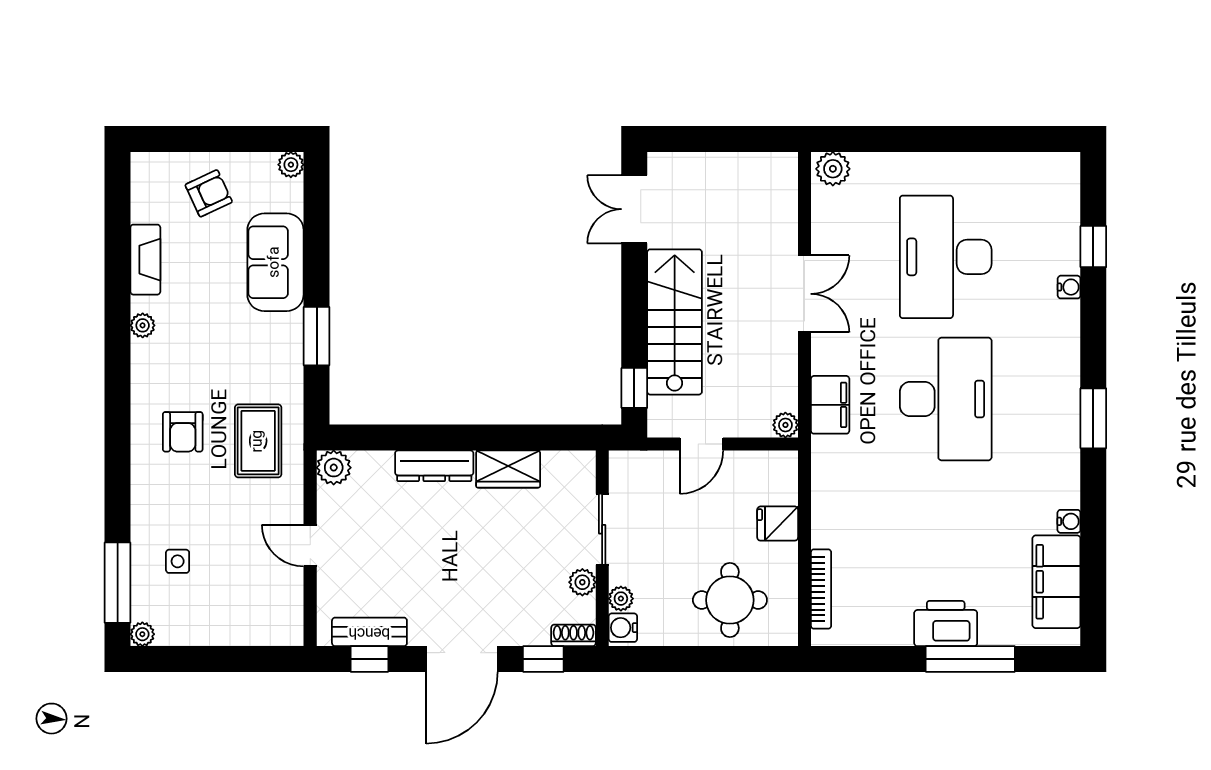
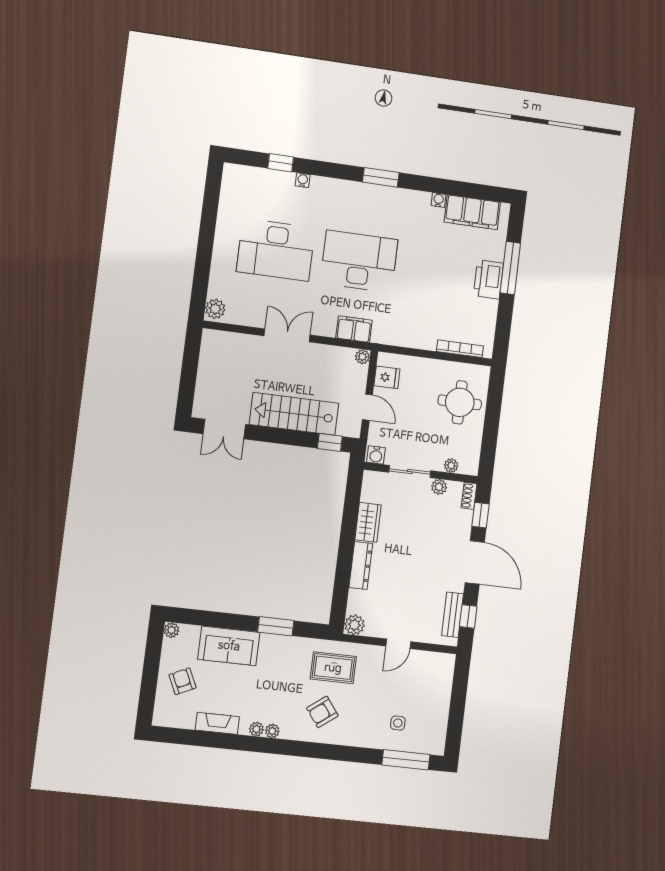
armchair: (183, 432) -> (322, 712), turned 143
fridge: (778, 524) -> (387, 377), moved, turned -90
water cooler: (623, 628) -> (376, 455), moved
plant: (142, 634) -> (272, 731), moved

